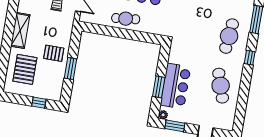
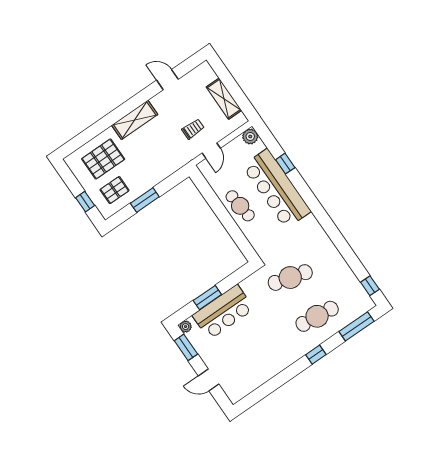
pallet: (54, 53) -> (114, 190), moved, turned 90
cafe table: (221, 86) -> (290, 278), moved, turned 33

